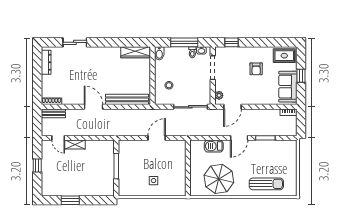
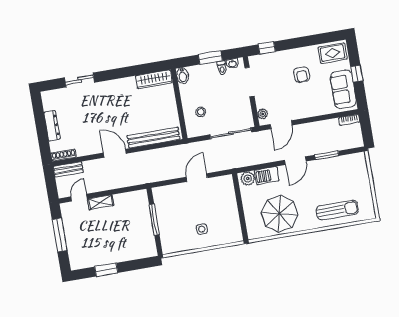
window: (184, 42) -> (210, 58), width x0.69
dresser: (46, 62) -> (52, 126), moved
door: (58, 138) -> (79, 198), swing flipped
plant: (198, 146) -> (248, 178), added
window: (37, 166) -> (60, 235), width x2.17

